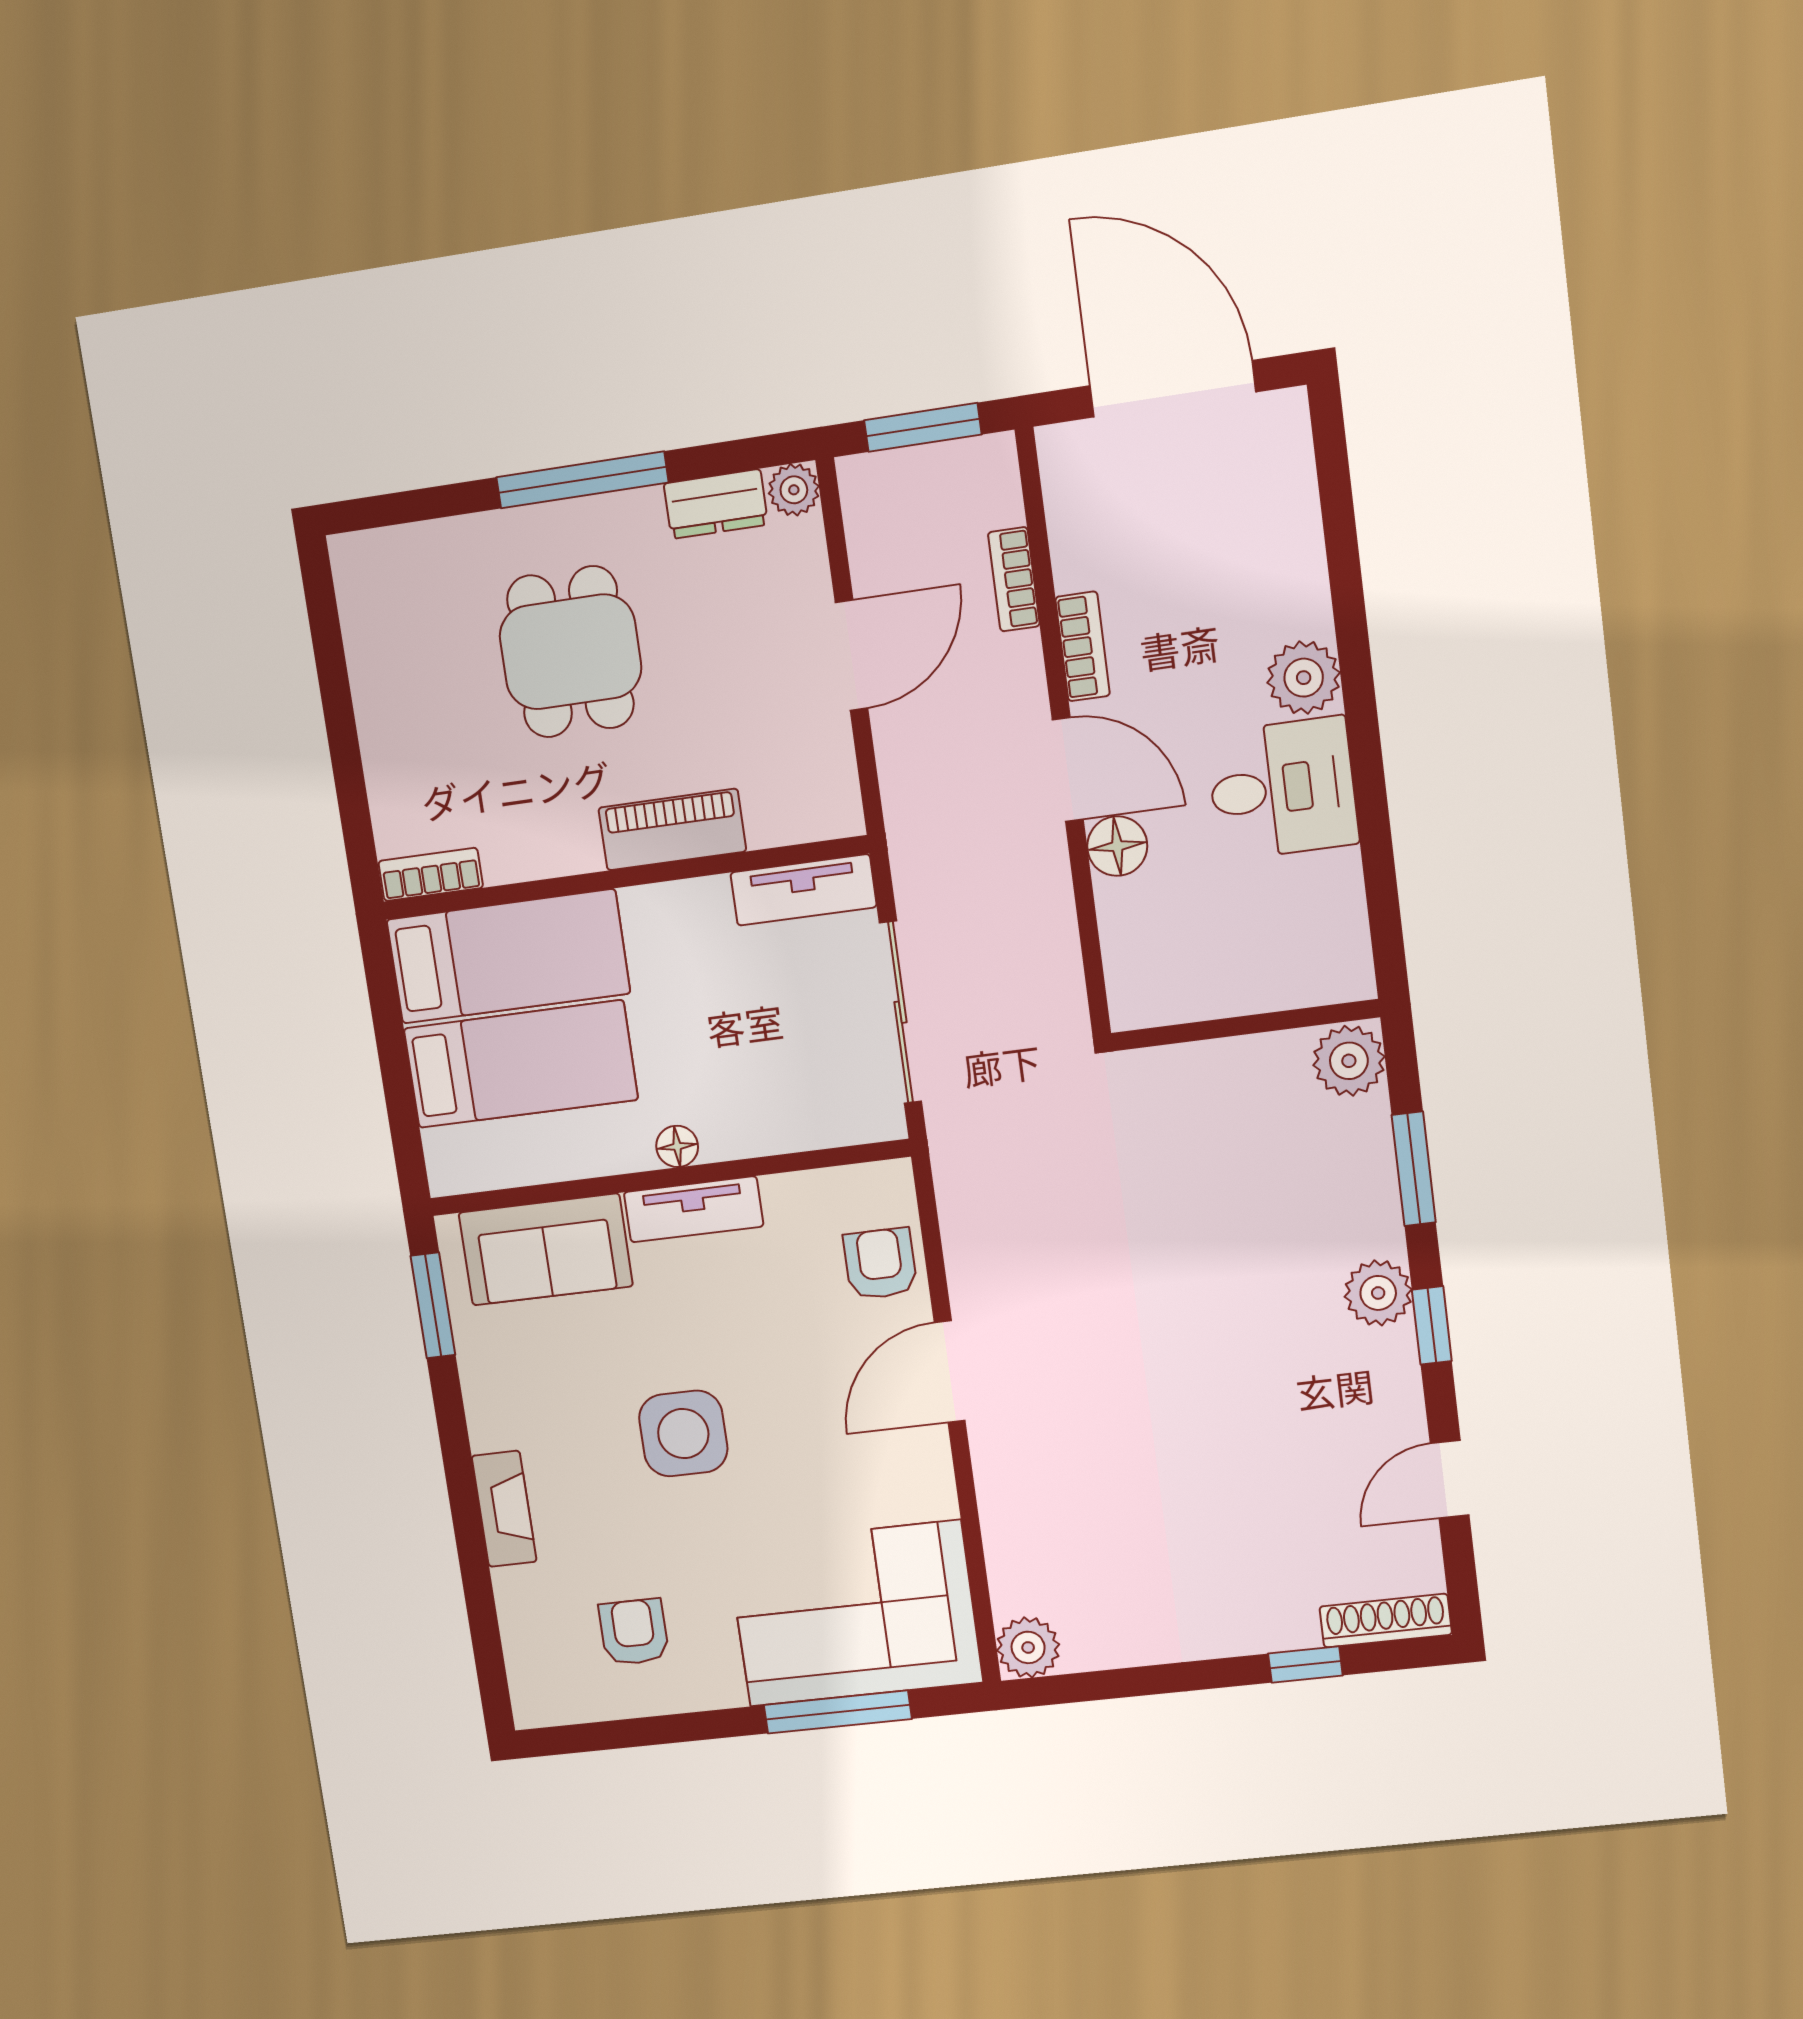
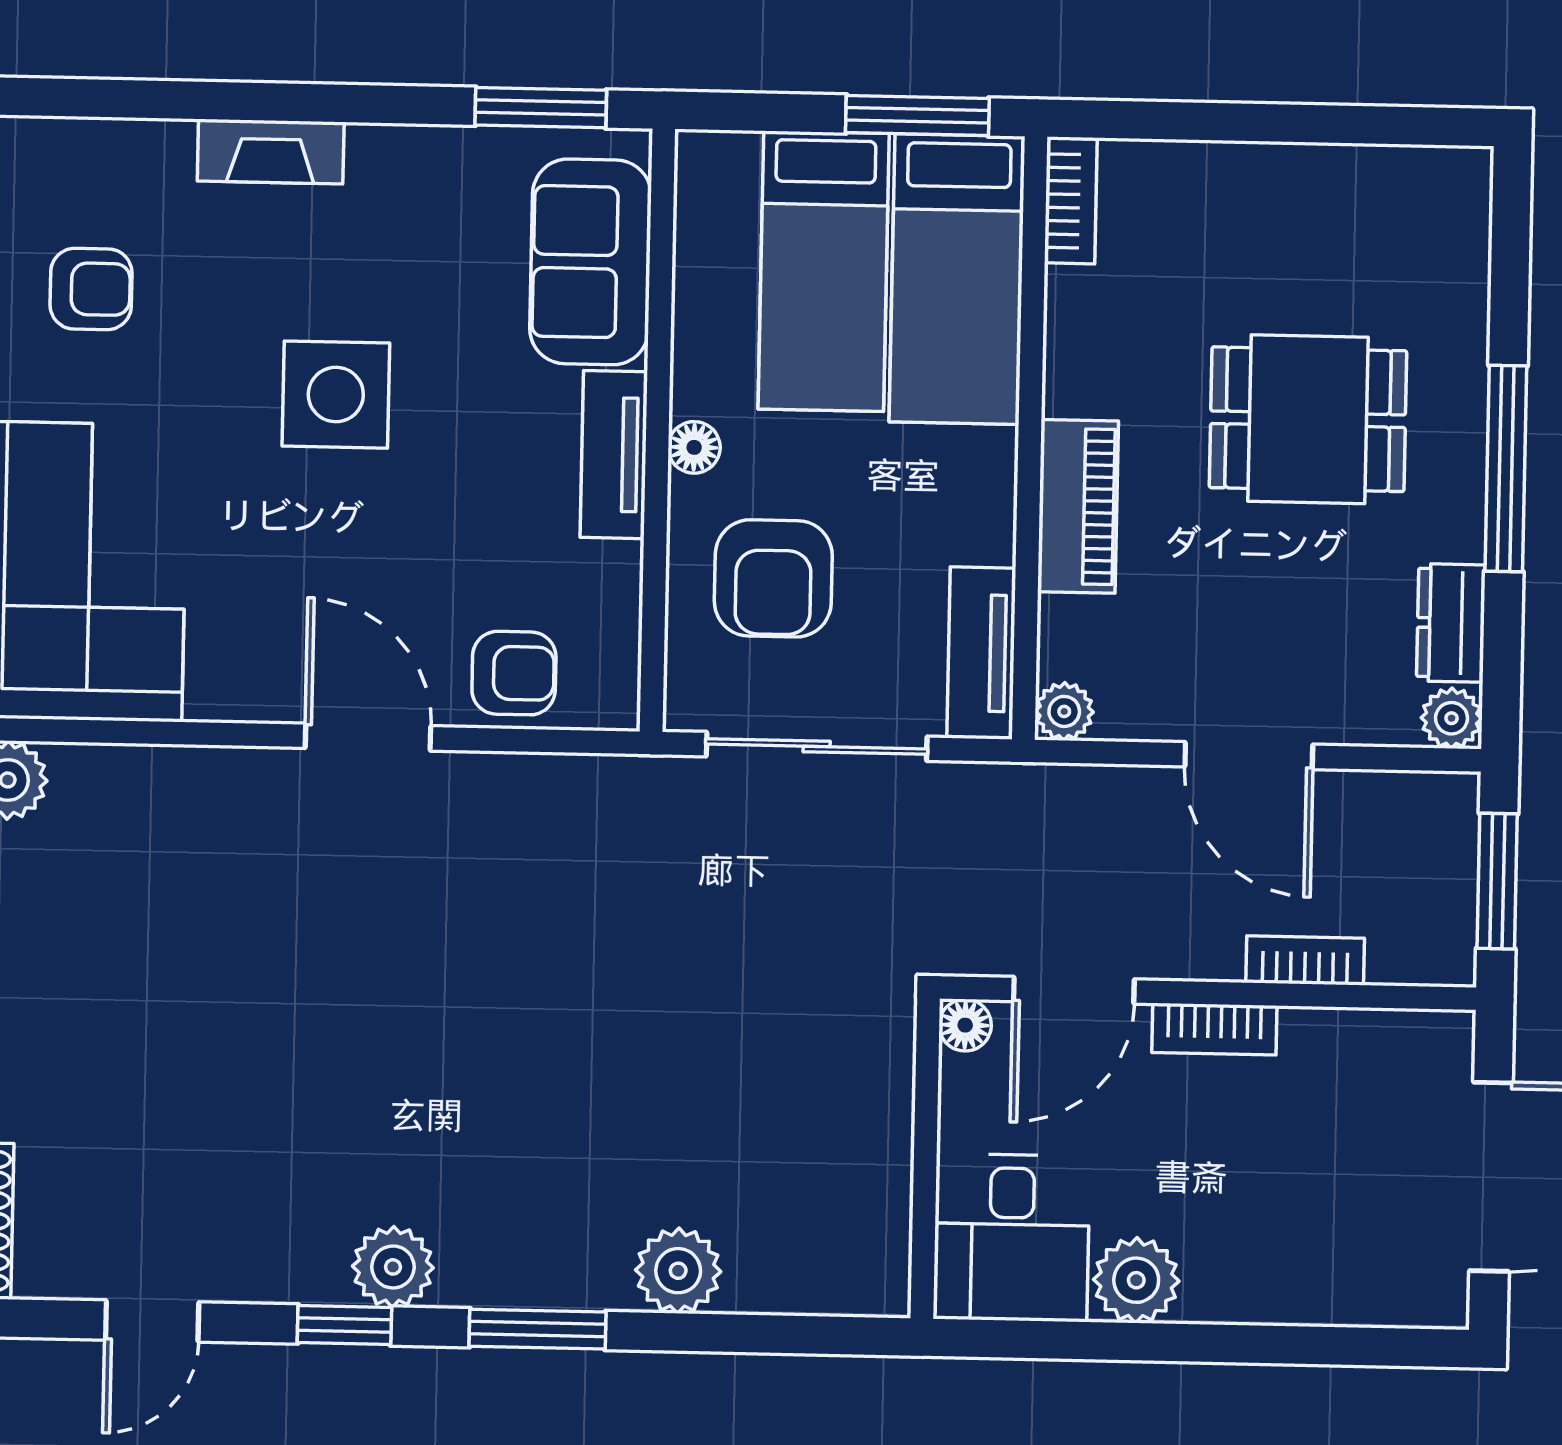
plant: (840, 814) -> (1064, 711), added
floor lamp: (1117, 846) -> (965, 1025), width x0.73, depth x0.73
window: (386, 1008) -> (917, 115), added
wall: (1245, 1025) -> (925, 1158), moved
armchair: (771, 1068) -> (773, 578), added
door: (1450, 1479) -> (152, 1321), swing flipped

